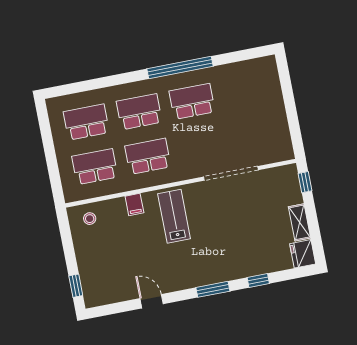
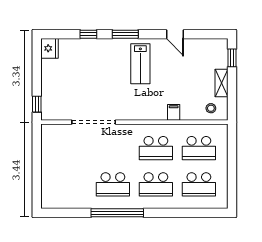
lab bench: (174, 216) -> (140, 64), moved
shelving: (300, 222) -> (222, 83), moved

